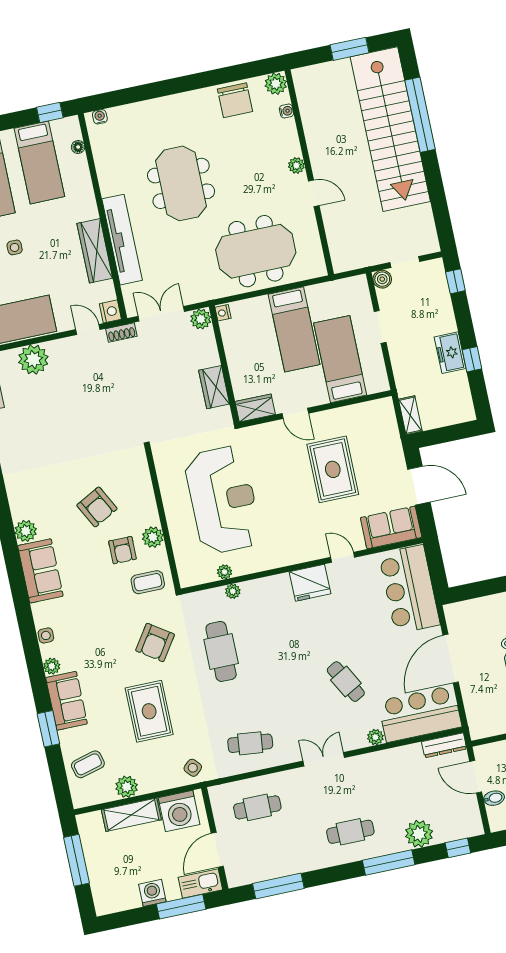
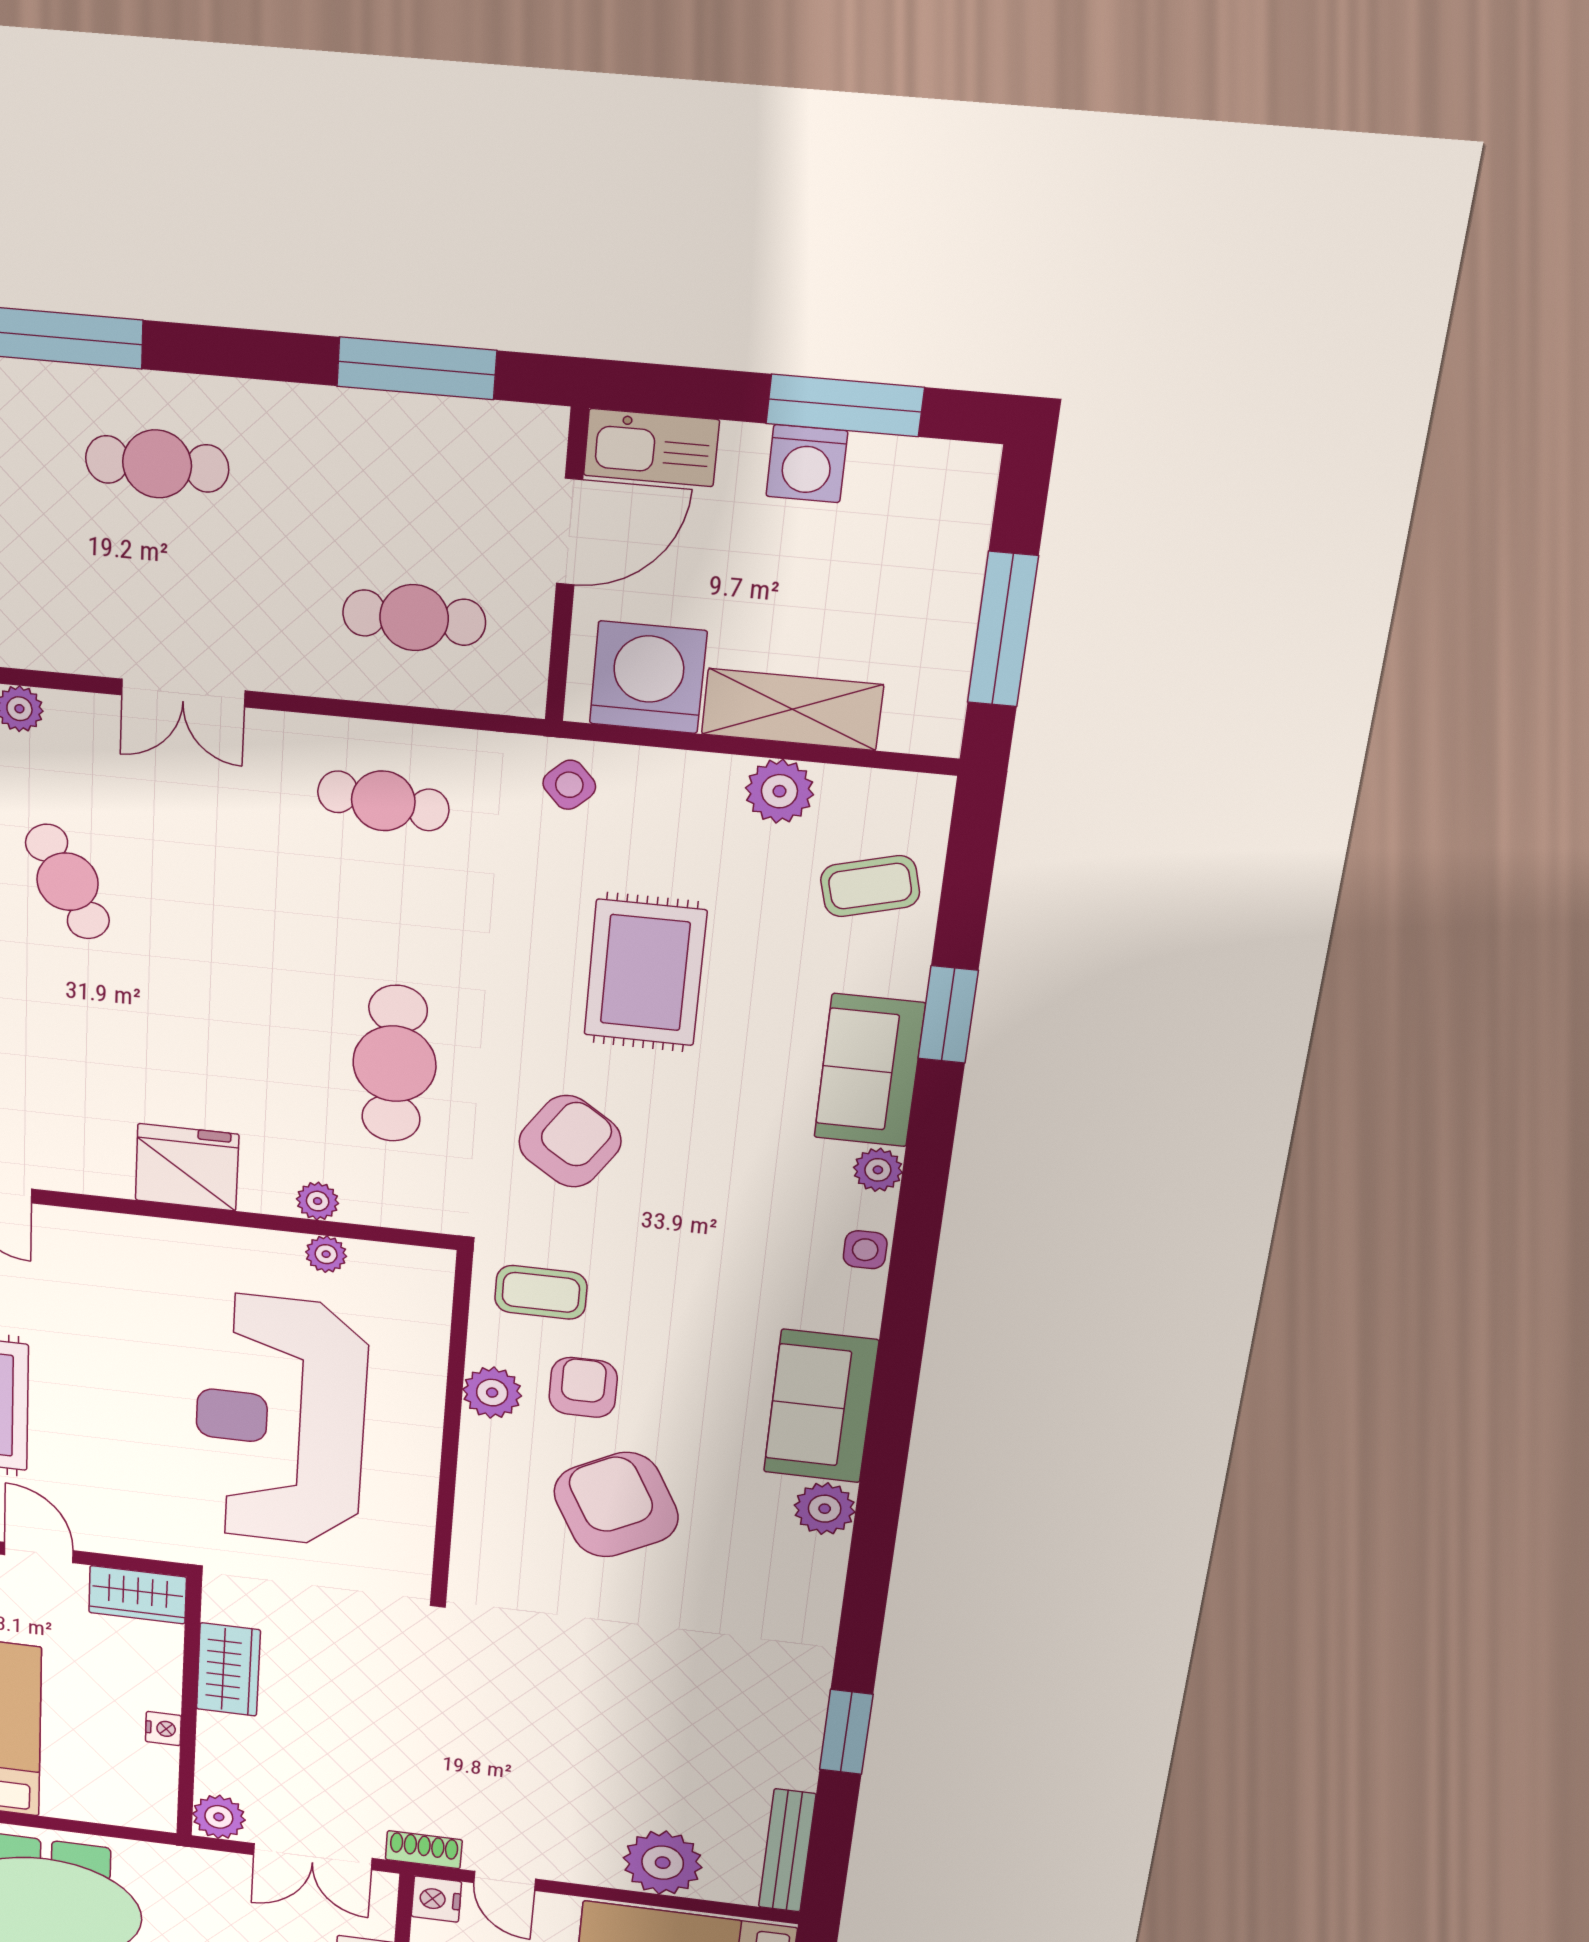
nightstand: (223, 313) -> (163, 1729), moved
armchair: (97, 507) -> (616, 1505), width x1.36, depth x1.36
fridge: (310, 583) -> (187, 1167), moved
window: (181, 907) -> (845, 405), moved

